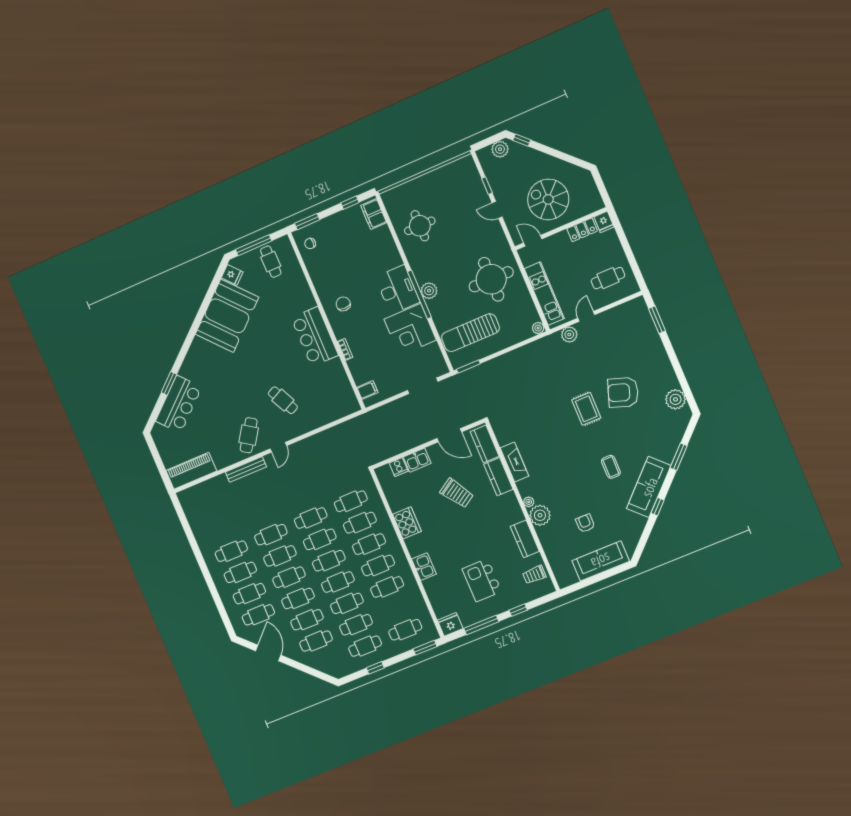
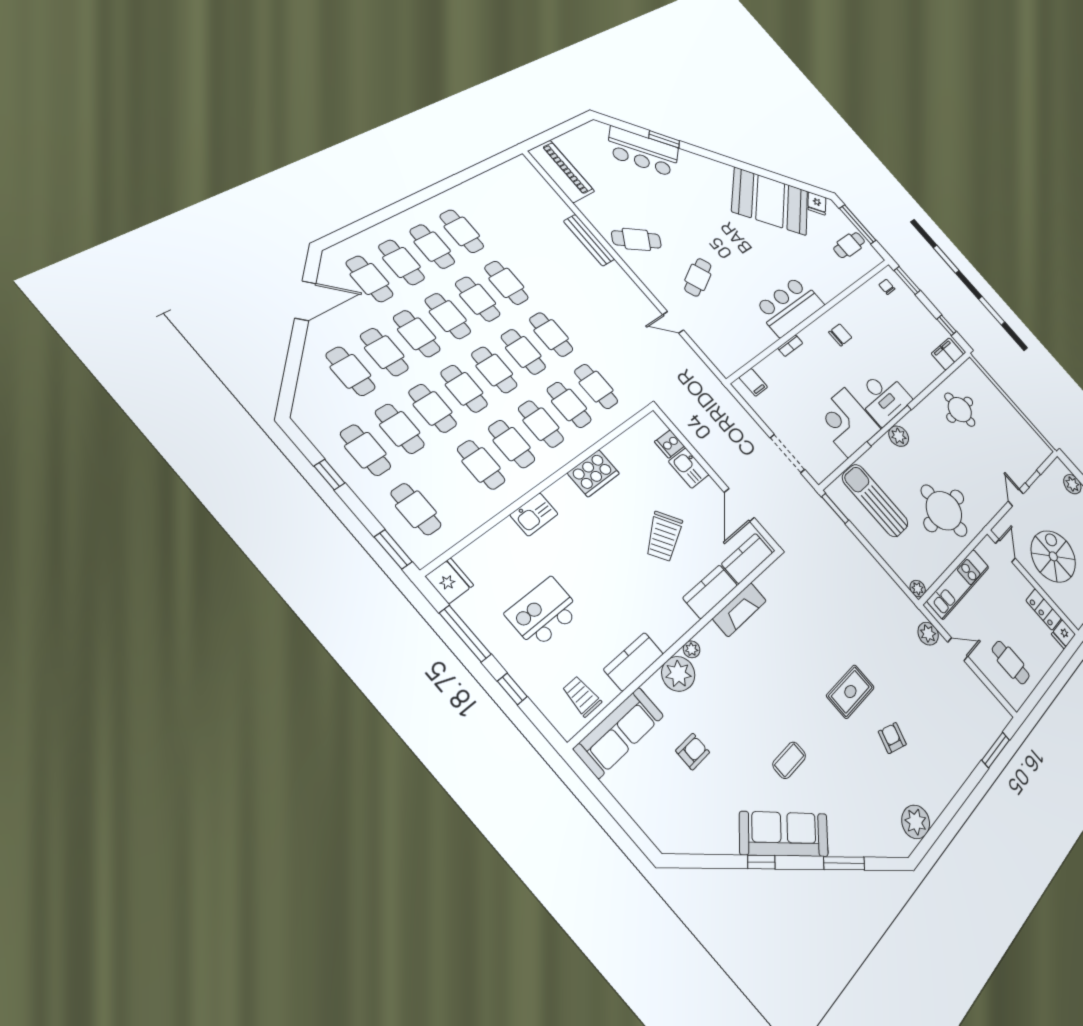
armchair: (623, 392) -> (892, 738), width x0.53, depth x0.53
door: (278, 447) -> (673, 322), moved
sofa: (601, 561) -> (619, 732), moved, turned 90

